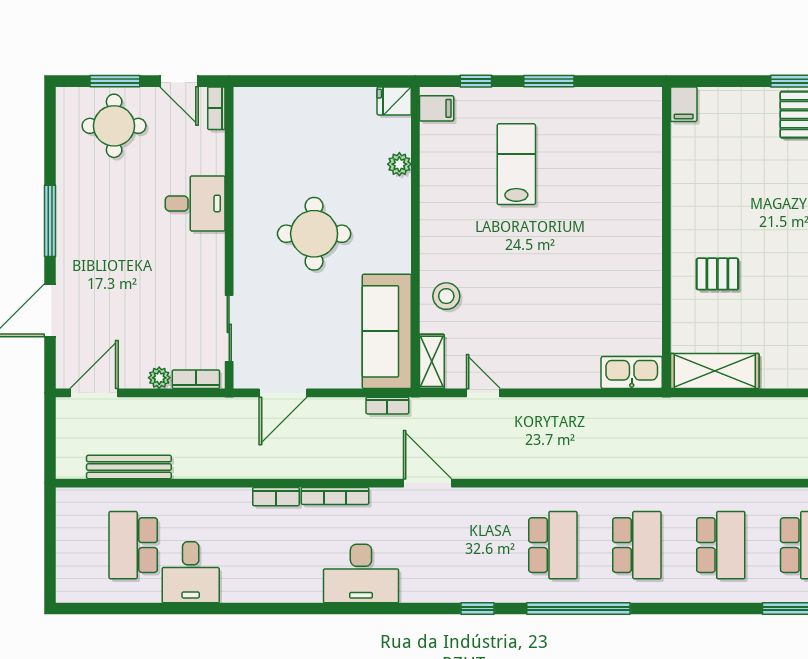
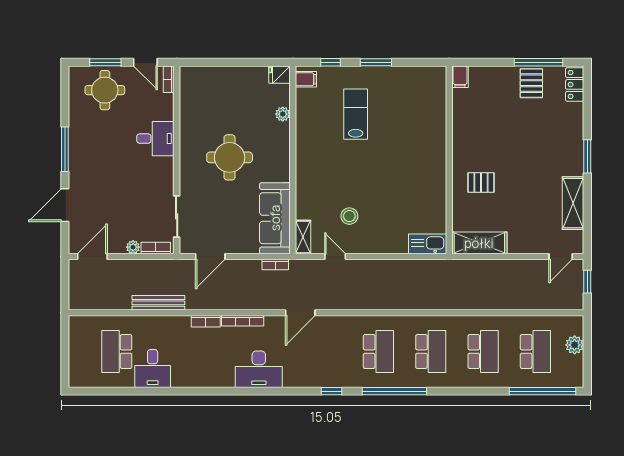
stool: (446, 296) -> (349, 216), moved
bench: (129, 467) -> (158, 303), moved
door: (427, 483) -> (300, 313), swing flipped

